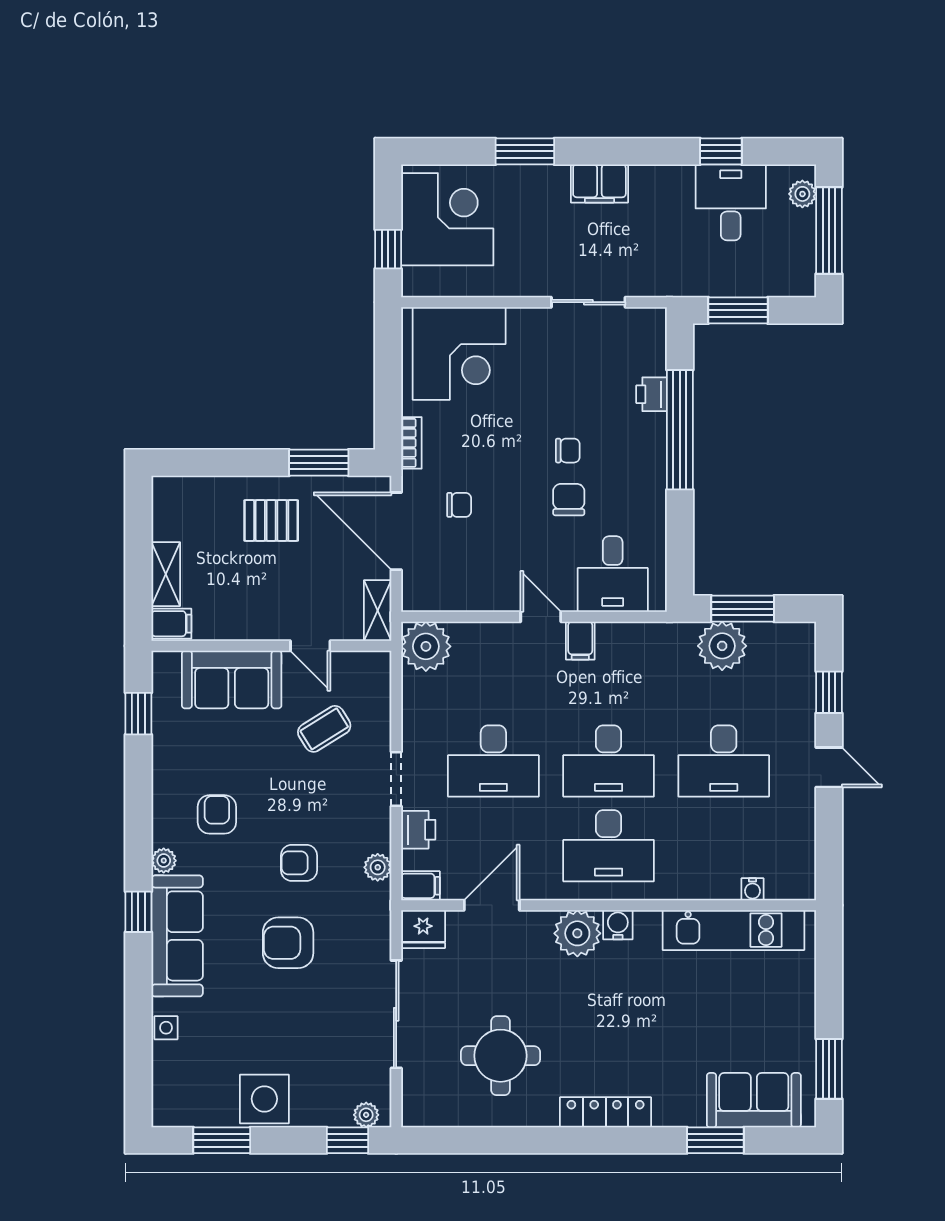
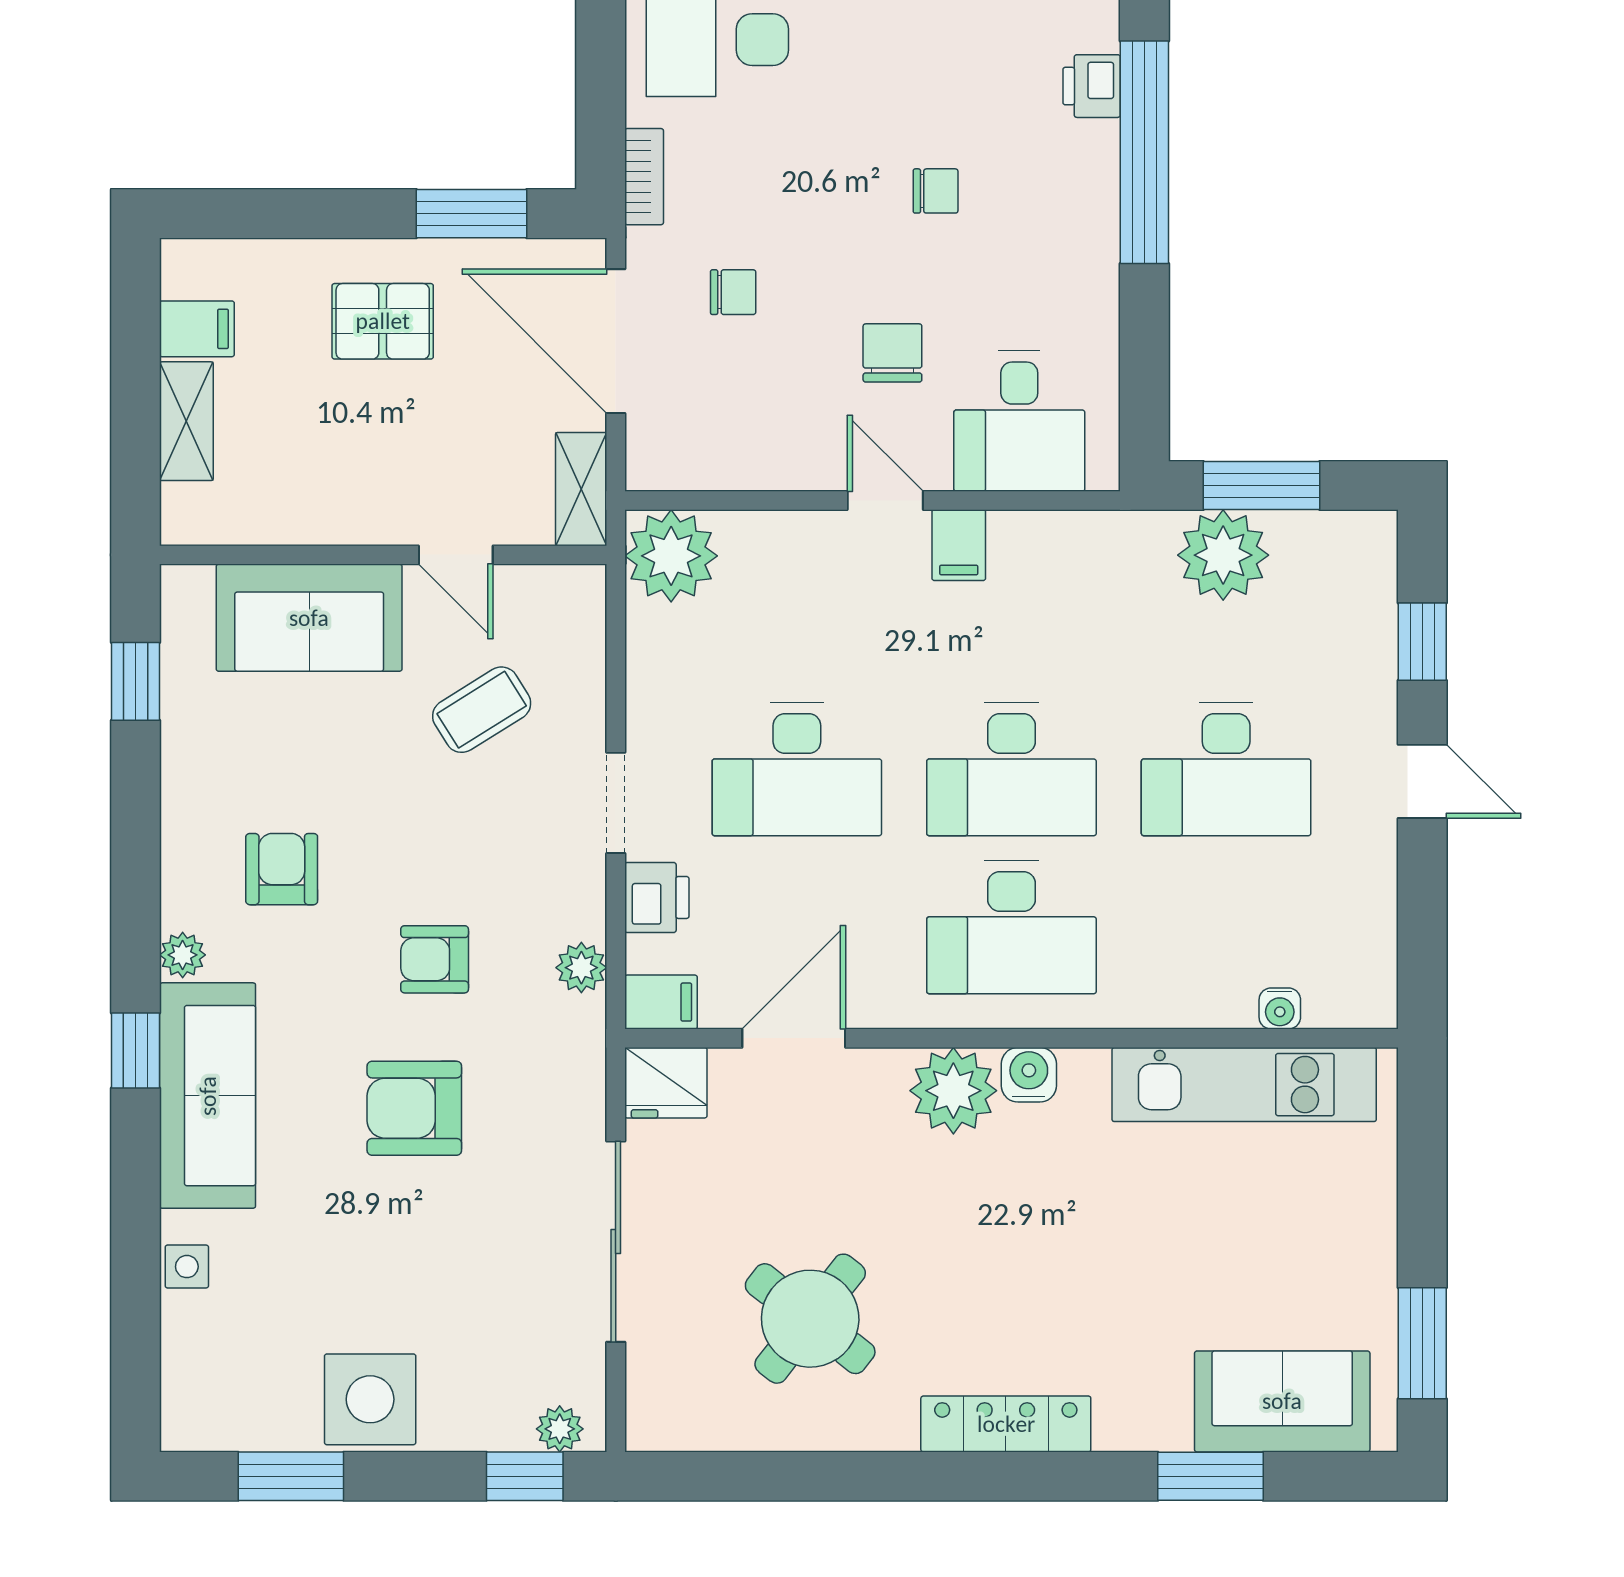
chair: (569, 500) -> (892, 353), moved
filing cabinet: (171, 624) -> (197, 329), moved
round table: (501, 1056) -> (810, 1319), turned 38

